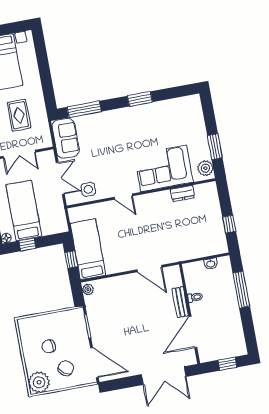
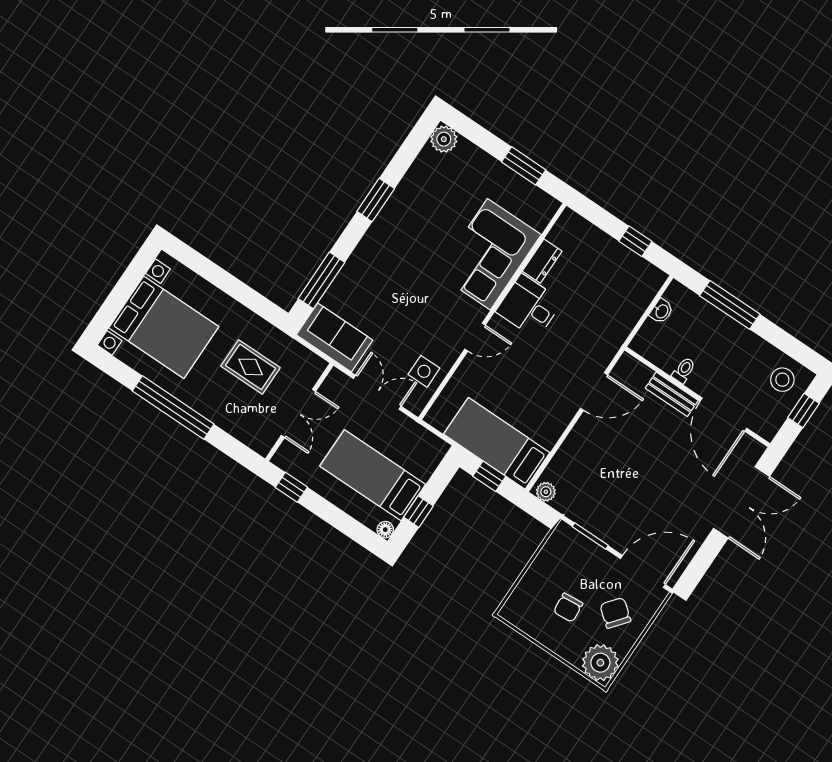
plant: (205, 168) -> (444, 139), moved
desk: (158, 207) -> (529, 306), added
stool: (232, 342) -> (782, 380), added

